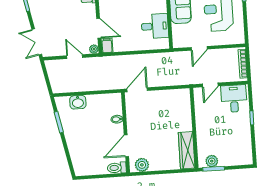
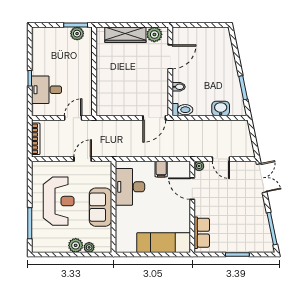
desk: (155, 26) -> (130, 187), width x1.37
filing cabinet: (107, 45) -> (161, 169), moved
desk: (234, 99) -> (47, 90), moved, turned 90
wardrobe: (187, 150) -> (125, 35), moved, turned 90
toilet: (117, 168) -> (182, 110), moved

